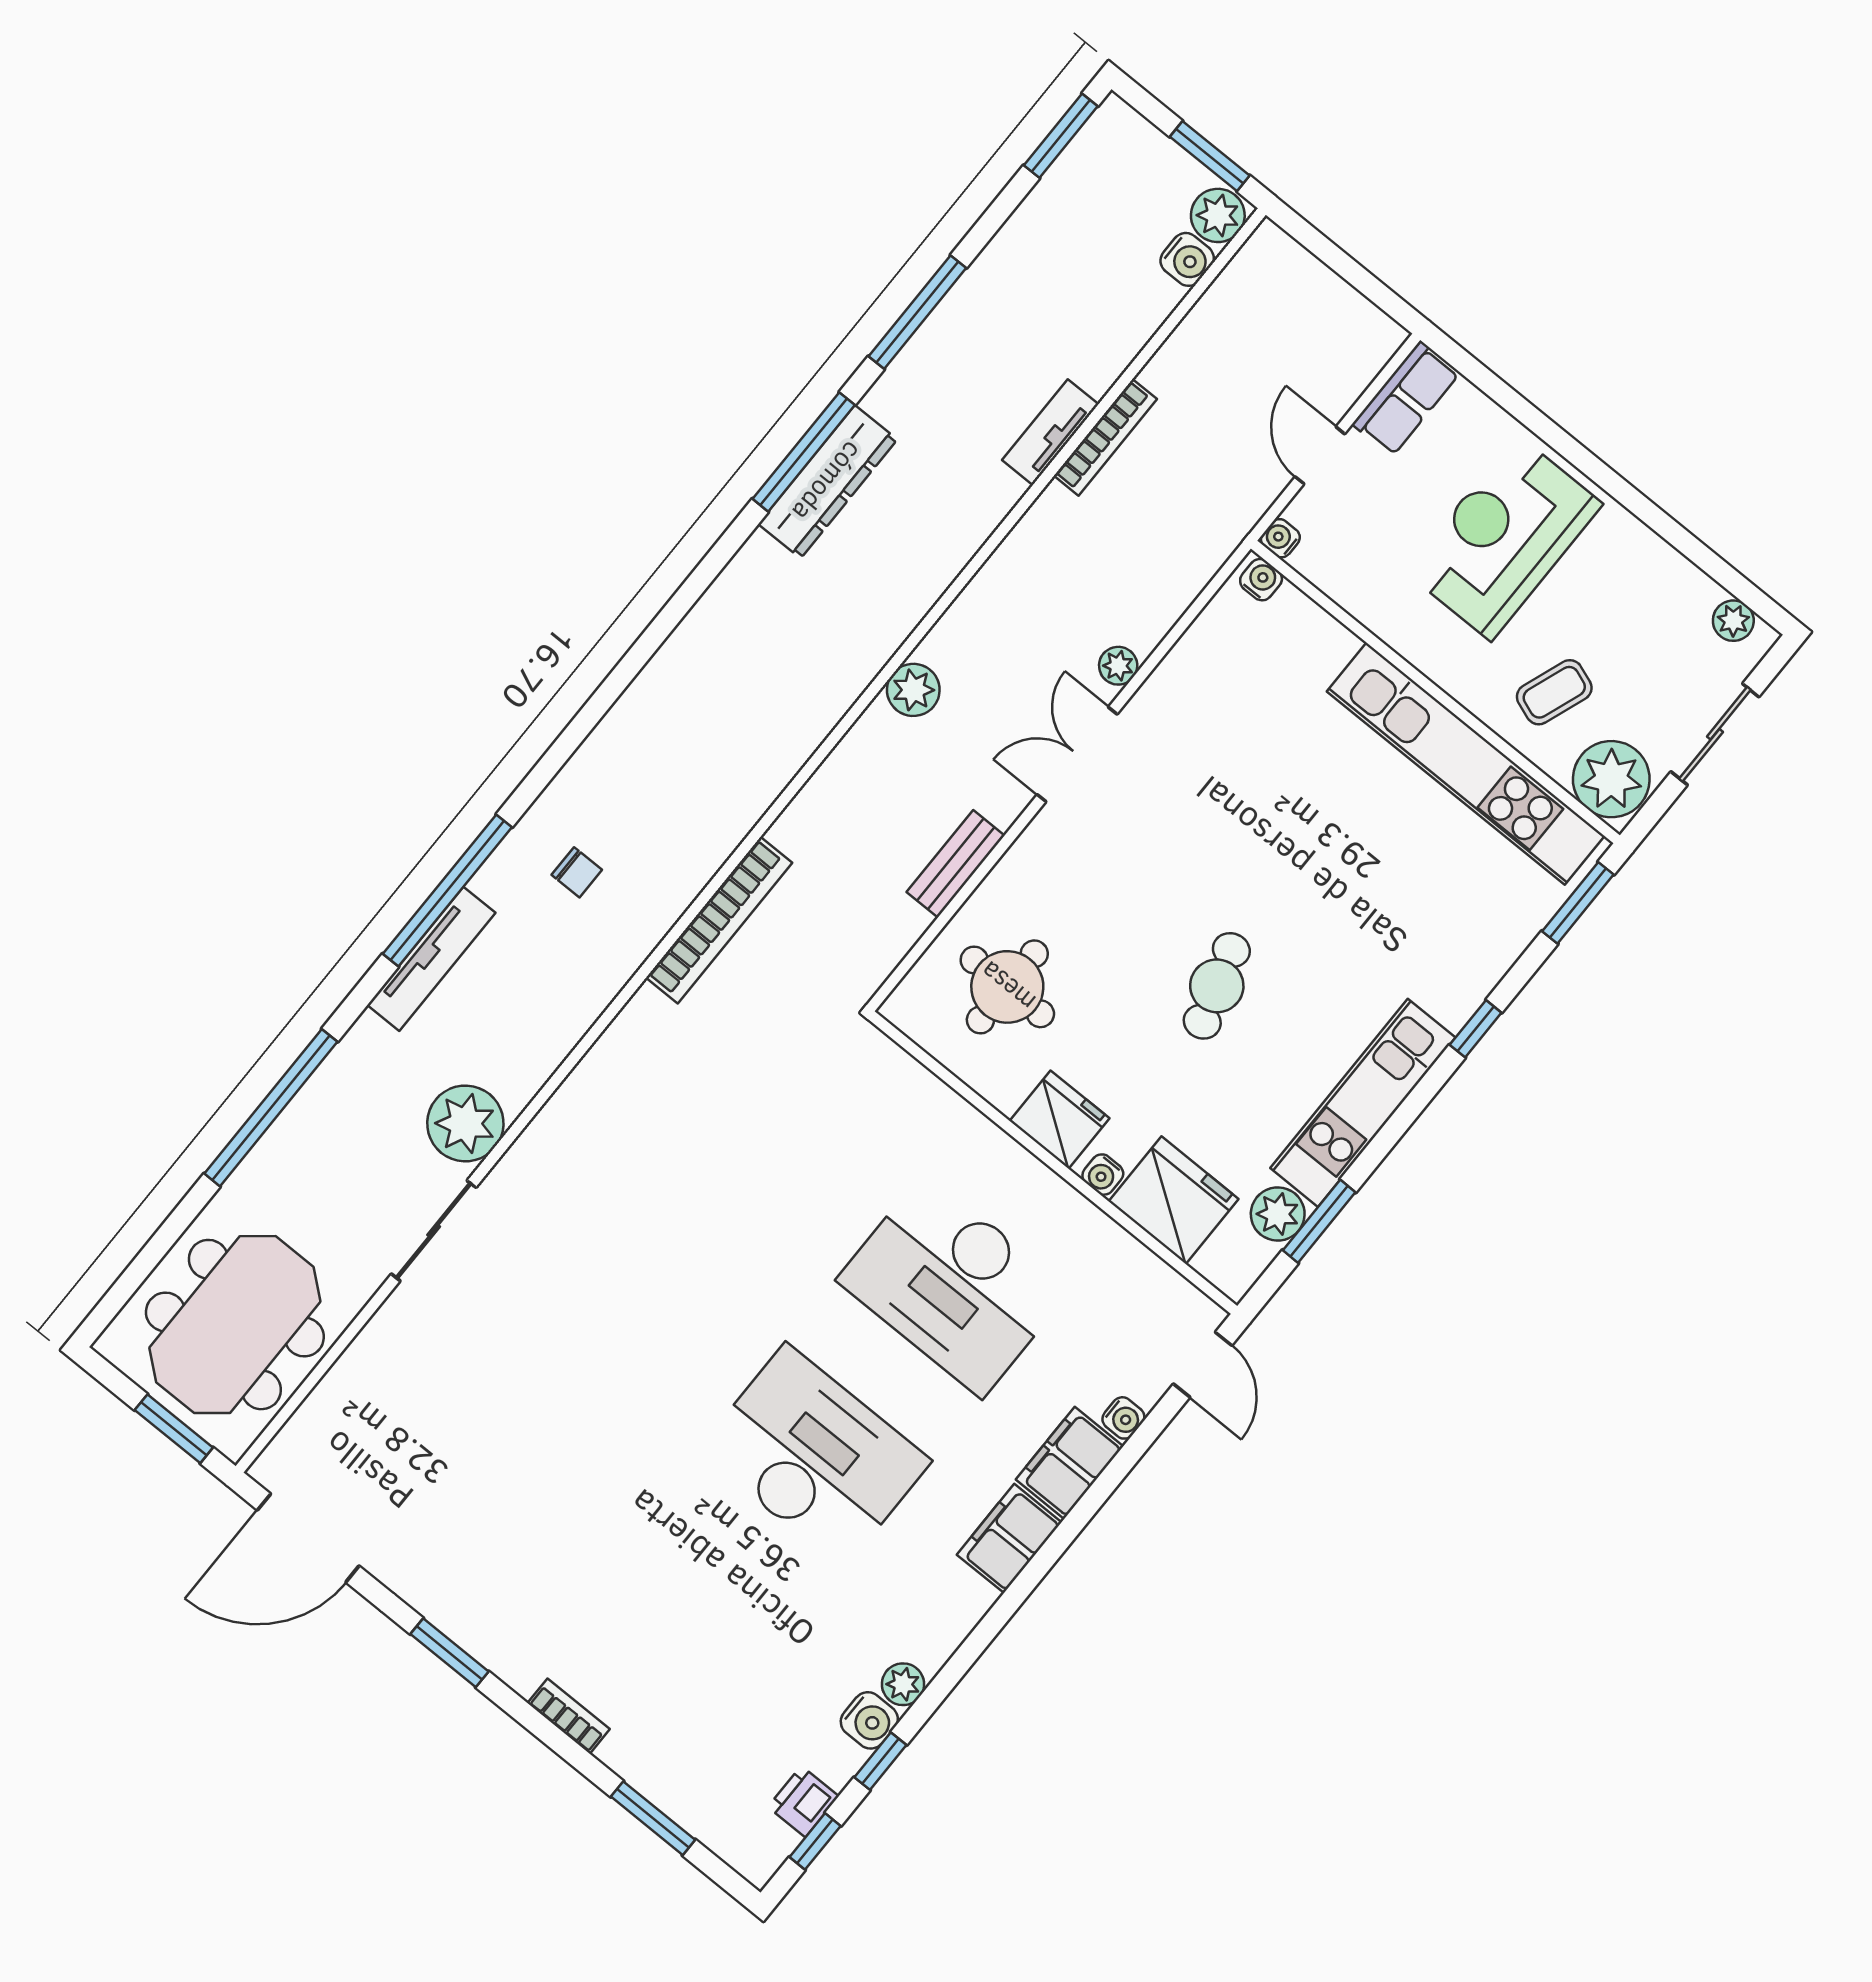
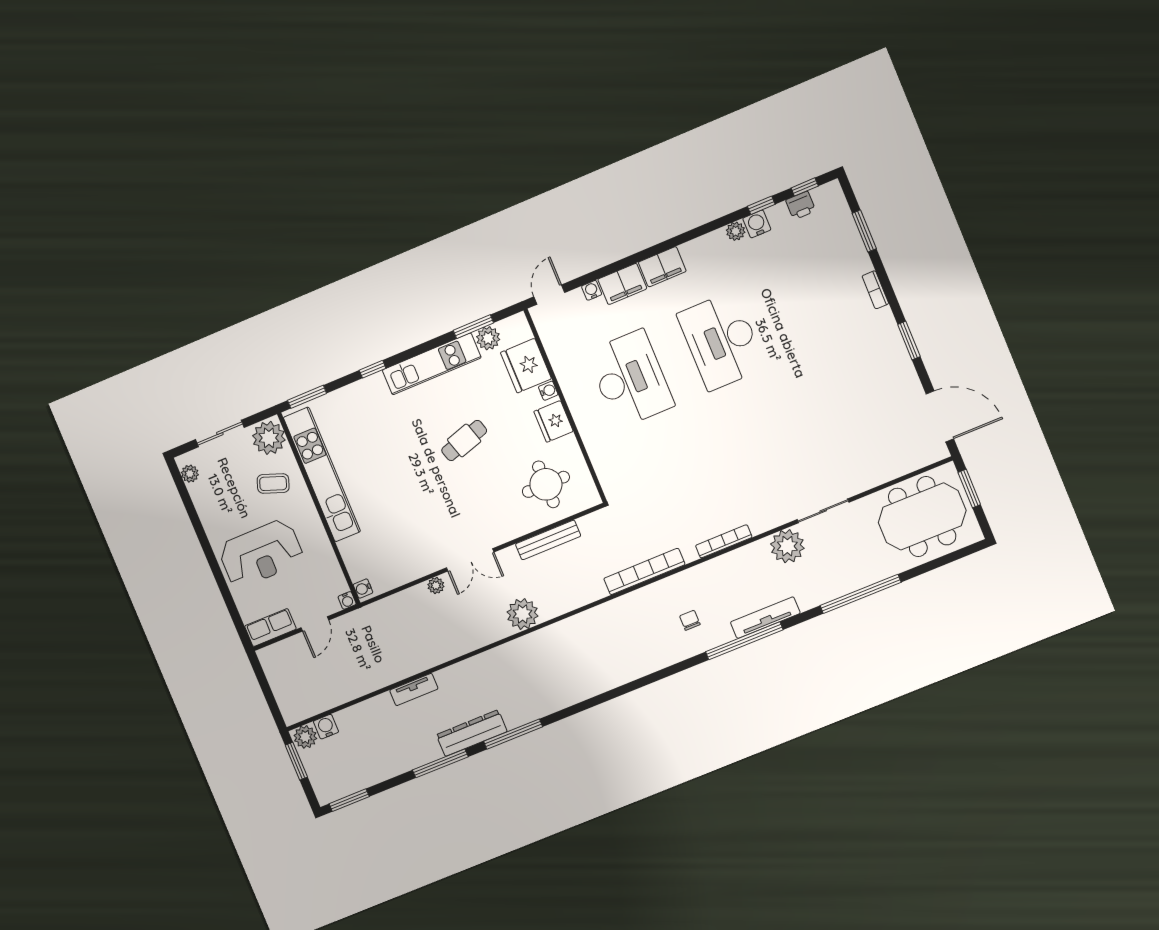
bookcase: (1105, 437) -> (724, 541), moved
dresser: (828, 482) -> (472, 733), moved
plant: (913, 690) -> (523, 614), width x1.36, depth x1.36
bench: (956, 864) -> (548, 540), width x1.36

